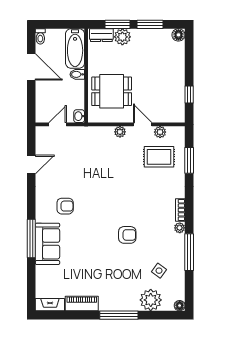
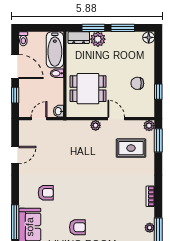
chair: (166, 85) -> (137, 83), added
window: (31, 98) -> (15, 95), added
plant: (160, 132) -> (149, 126), moved
window: (189, 160) -> (158, 140), moved
plant: (180, 228) -> (150, 228), moved
armchair: (127, 235) -> (77, 227), moved

